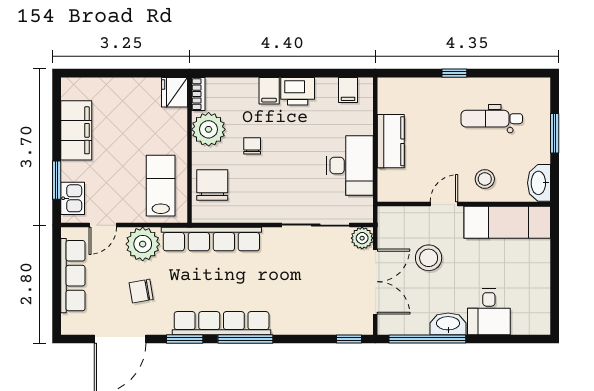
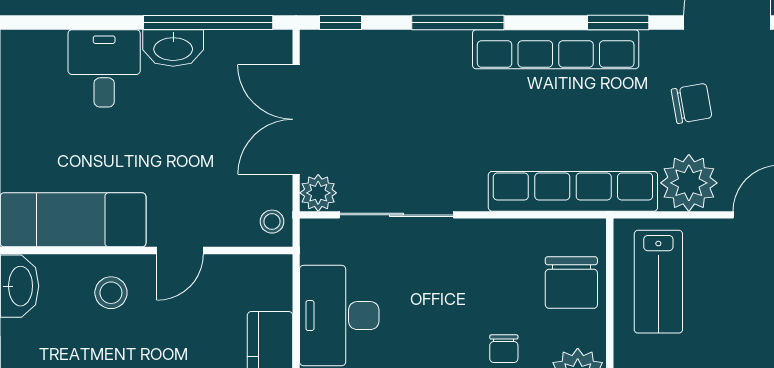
stool: (429, 258) -> (272, 222), moved, width x0.53, depth x0.53
window: (245, 339) -> (458, 22), moved

